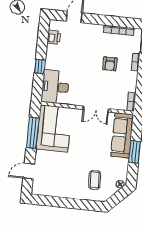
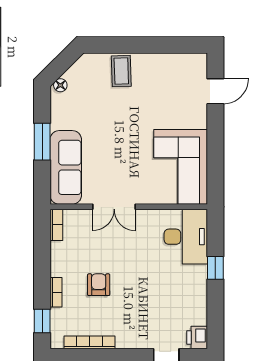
printer: (54, 37) -> (197, 338), moved
double door: (96, 109) -> (114, 207), swing flipped
window: (33, 133) -> (215, 156), removed
coffee table: (95, 180) -> (121, 71), moved

